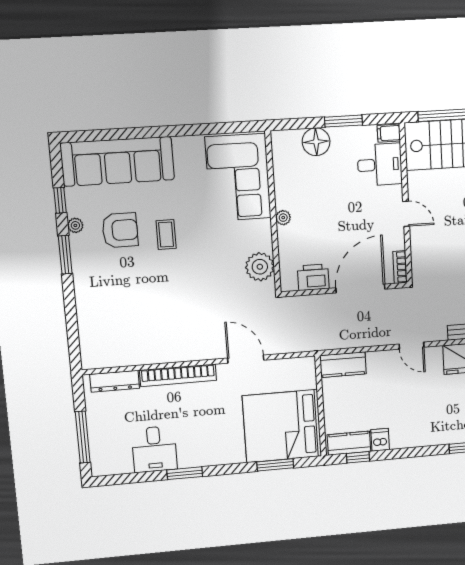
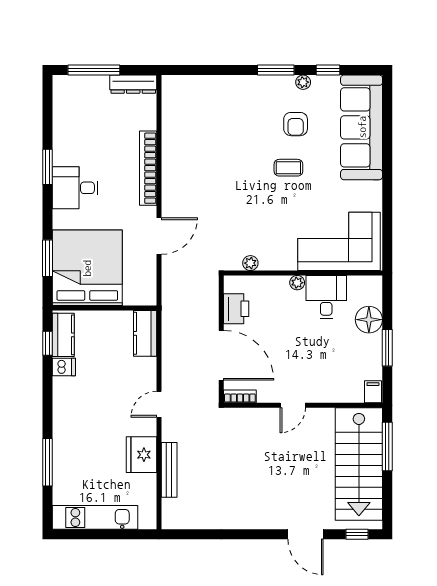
desk: (380, 165) -> (326, 297), moved, turned 180
armchair: (120, 230) -> (296, 124), width x0.72, depth x0.72
plant: (260, 267) -> (250, 263), width x0.53, depth x0.53
dresser: (115, 381) -> (133, 84), moved, turned -90
desk: (154, 449) -> (75, 188), moved

